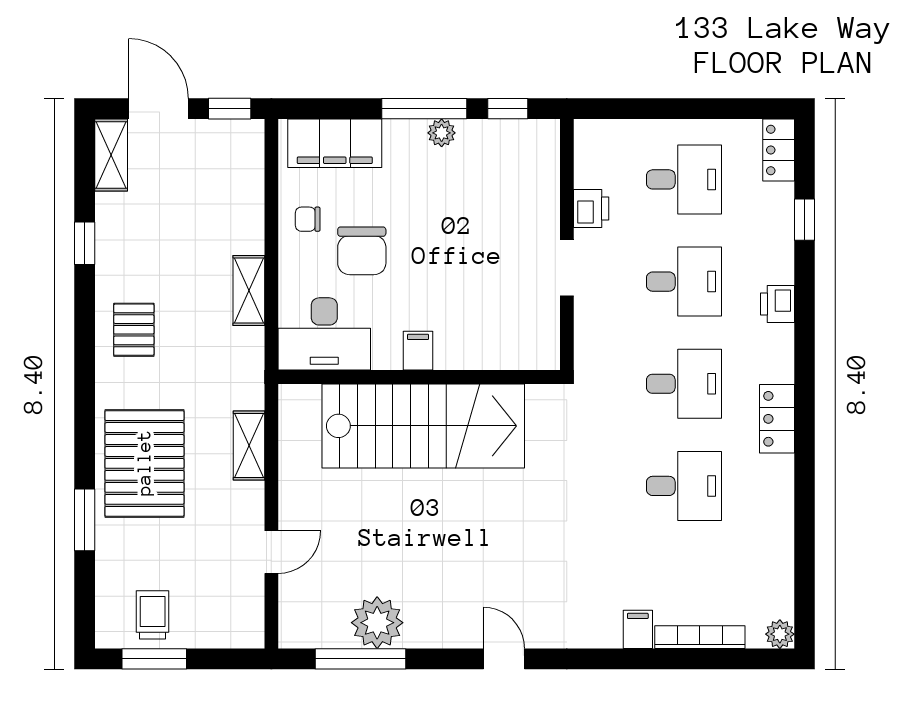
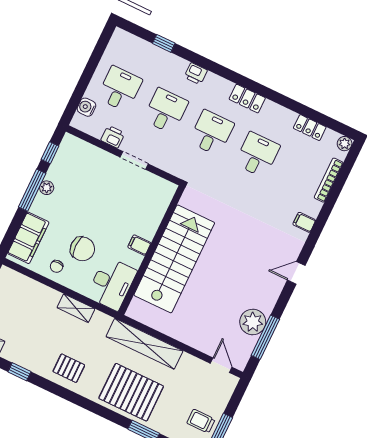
water cooler: (622, 135) -> (86, 107), added
locker: (779, 150) -> (310, 128), moved
shelving: (249, 445) -> (144, 344), width x2.20, depth x1.33
door: (271, 552) -> (221, 365), moved
filing cabinet: (638, 629) -> (304, 222), moved

